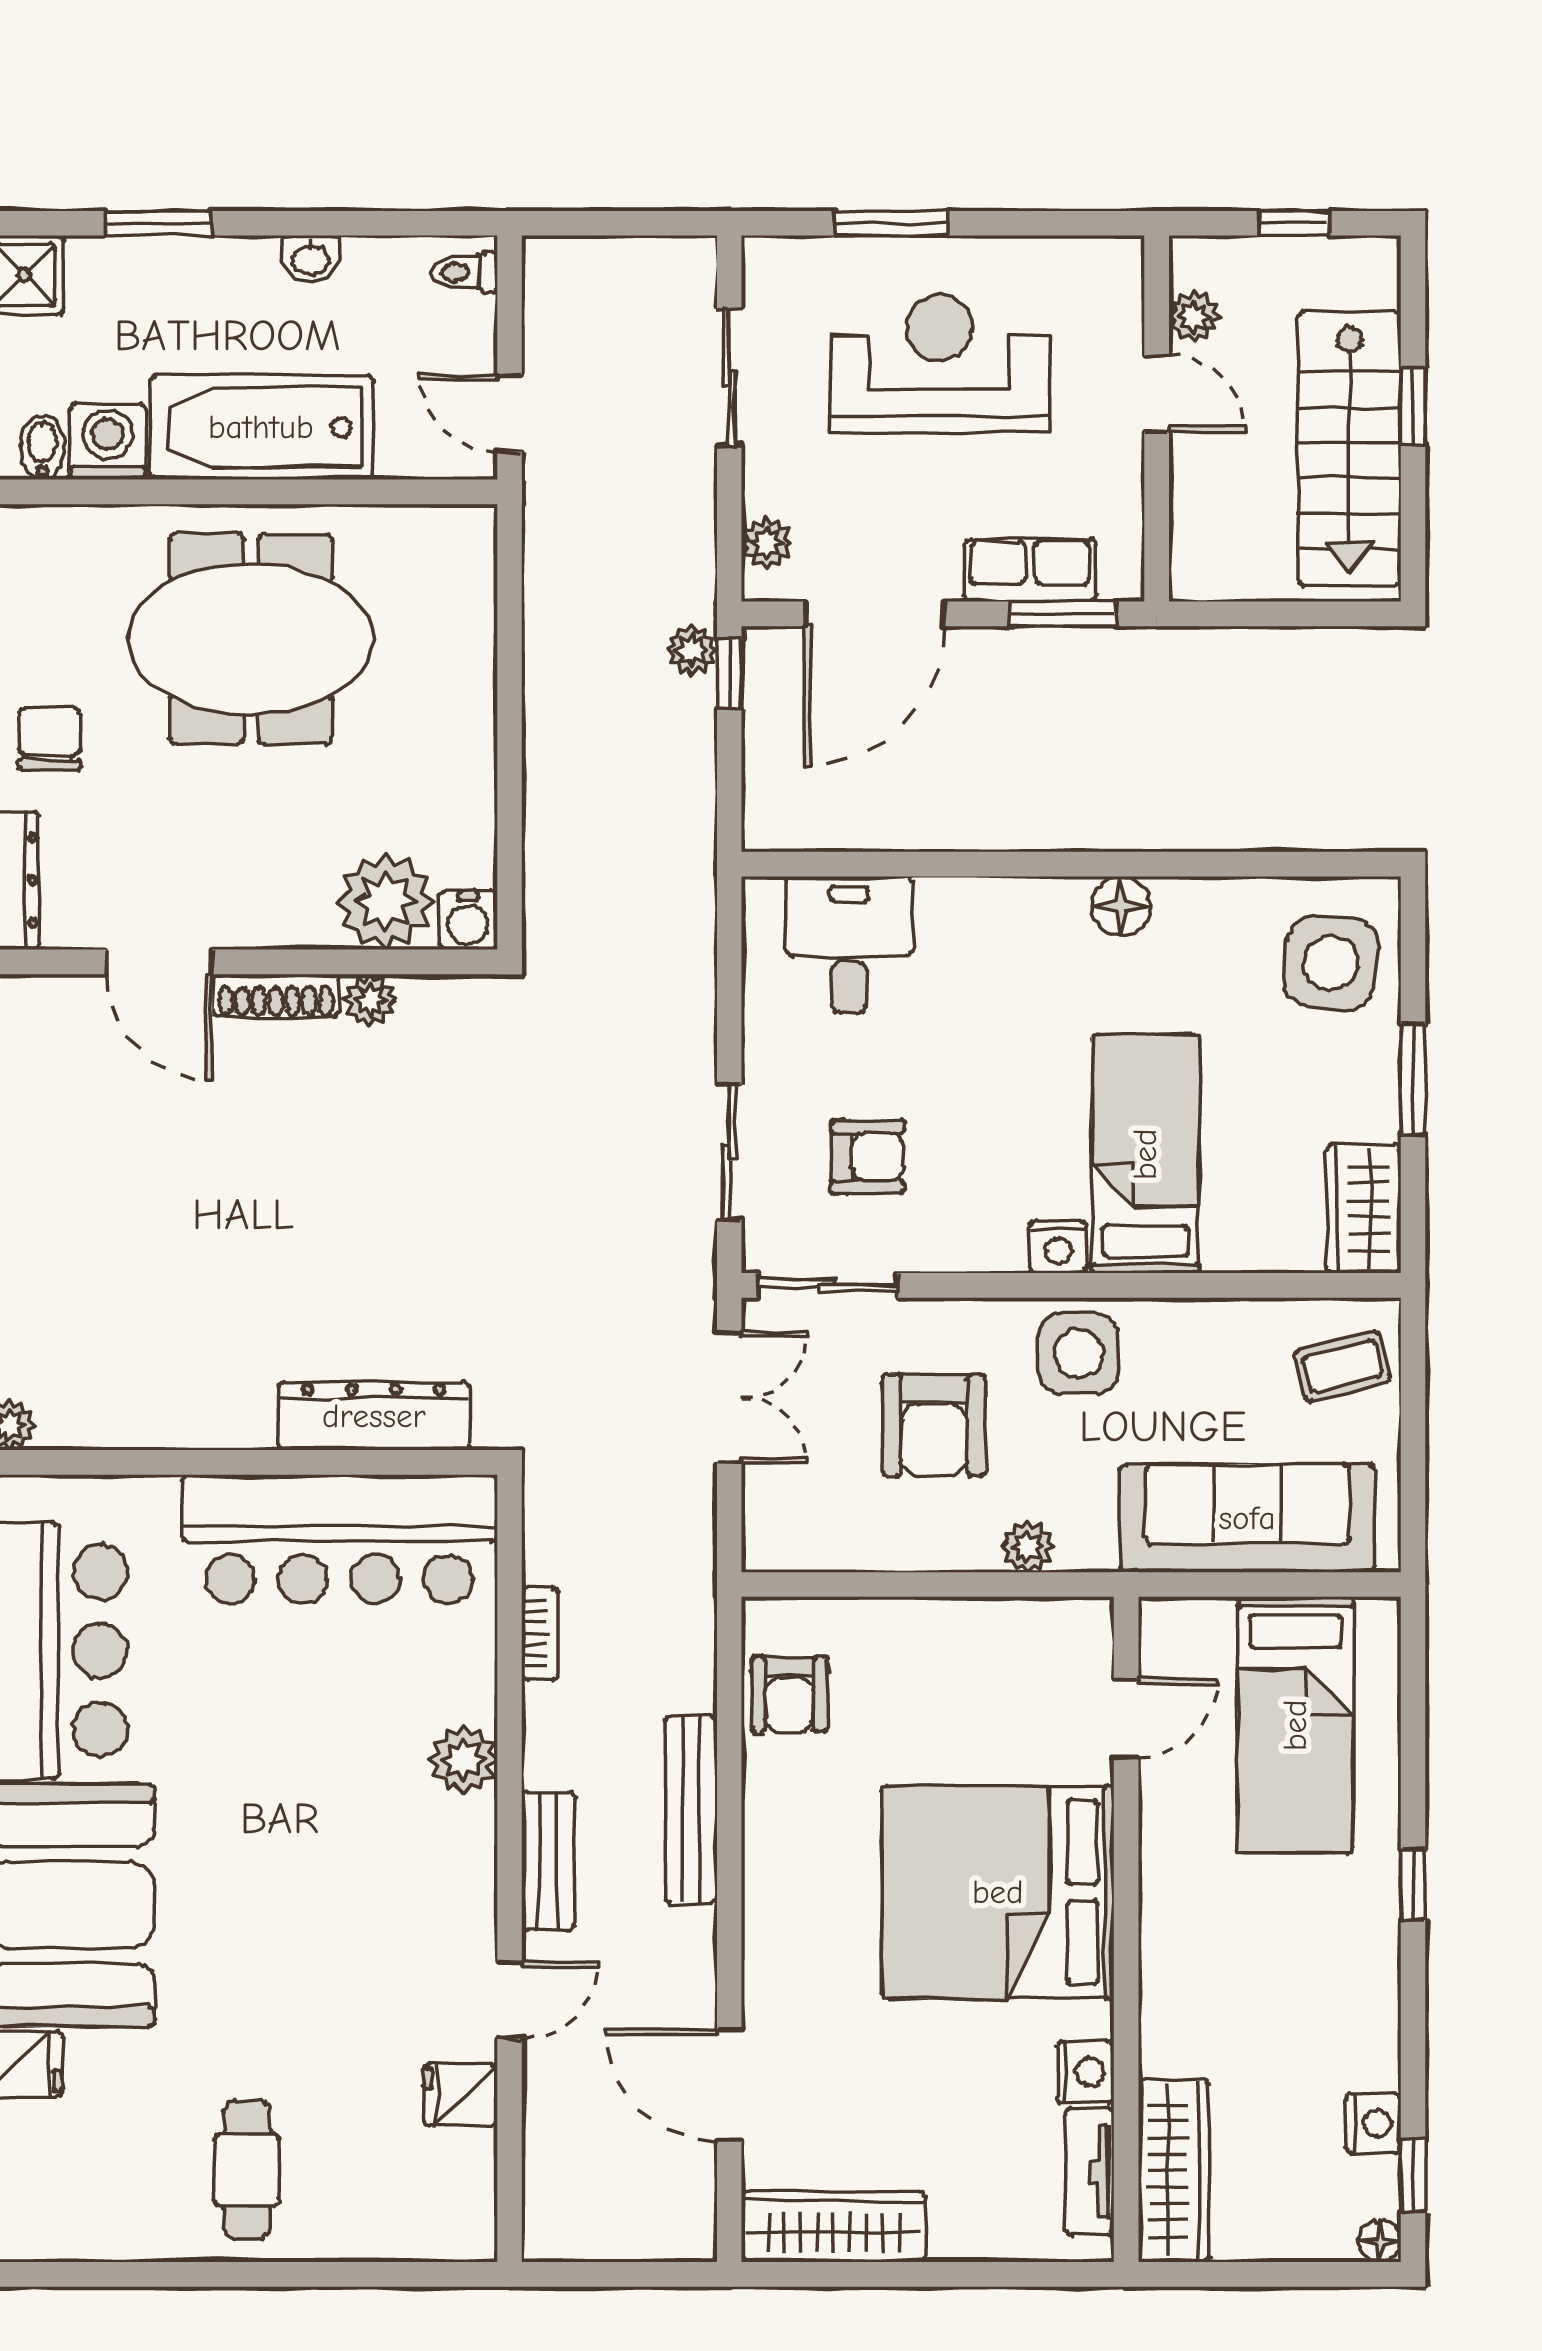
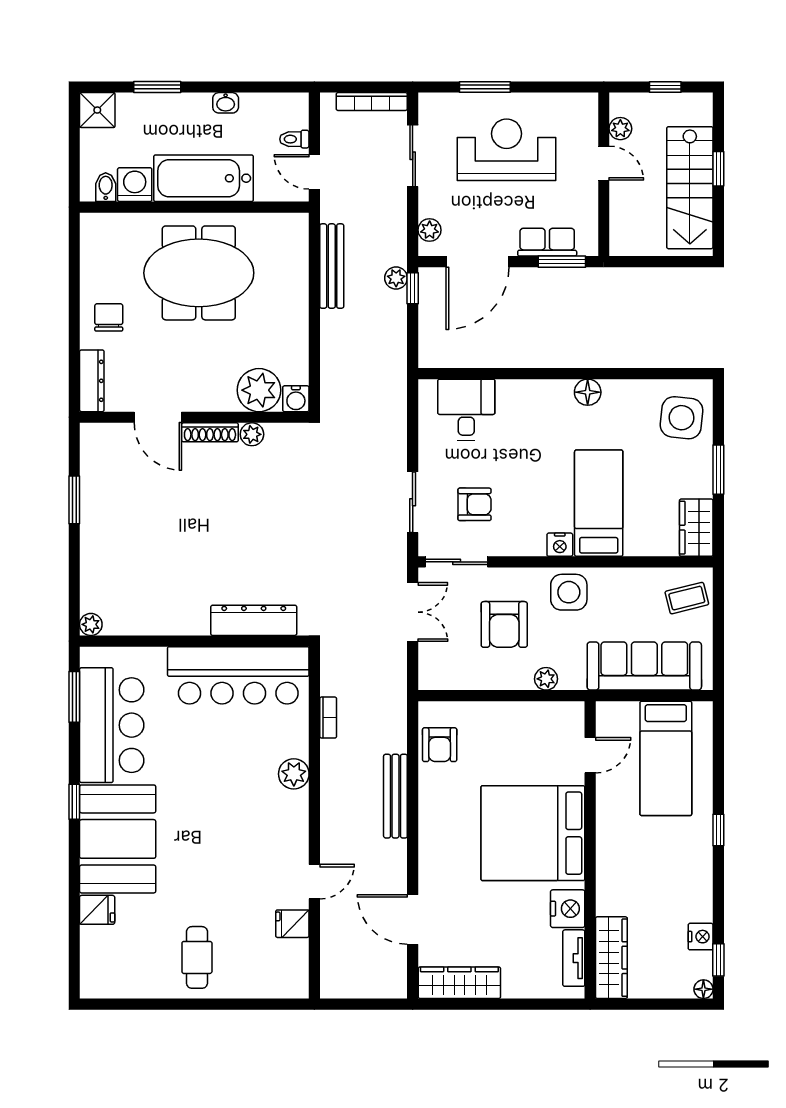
bookcase: (638, 256) -> (372, 102), added
toilet: (465, 272) -> (294, 139), moved
bench: (548, 1861) -> (332, 266), moved, width x1.36
nightstand: (1085, 2072) -> (568, 909), width x1.36, depth x1.33

